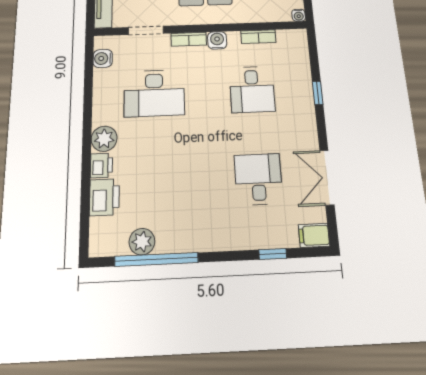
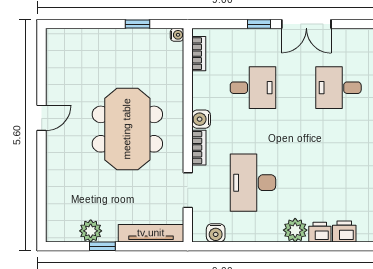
bookcase: (258, 37) -> (199, 54), moved
desk: (154, 93) -> (253, 183), turned 180
double door: (327, 177) -> (306, 24), moved
printer: (104, 197) -> (344, 232), width x0.73, depth x0.81

